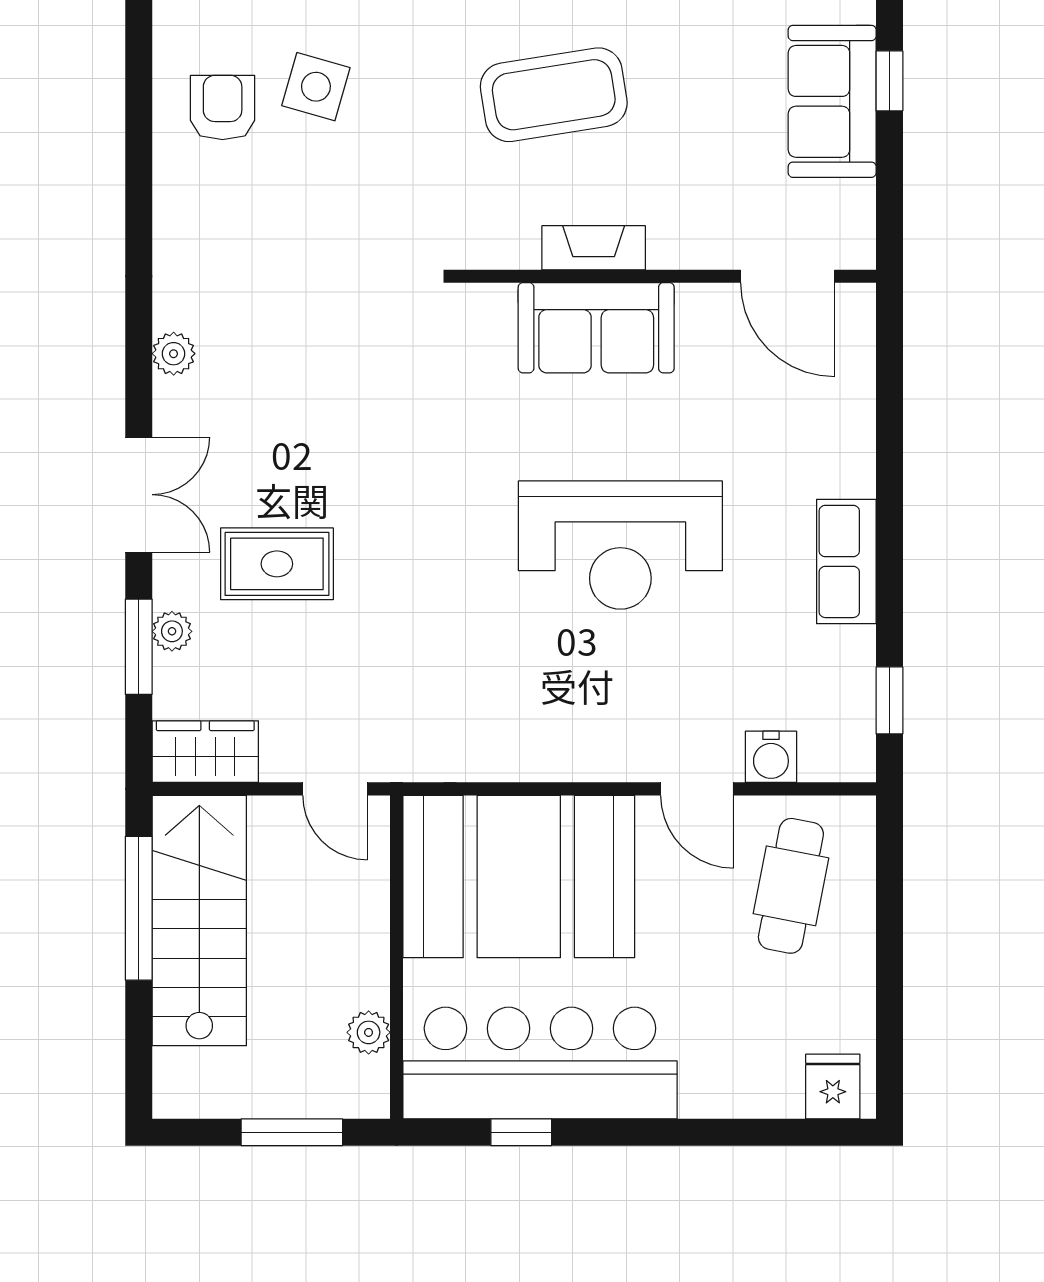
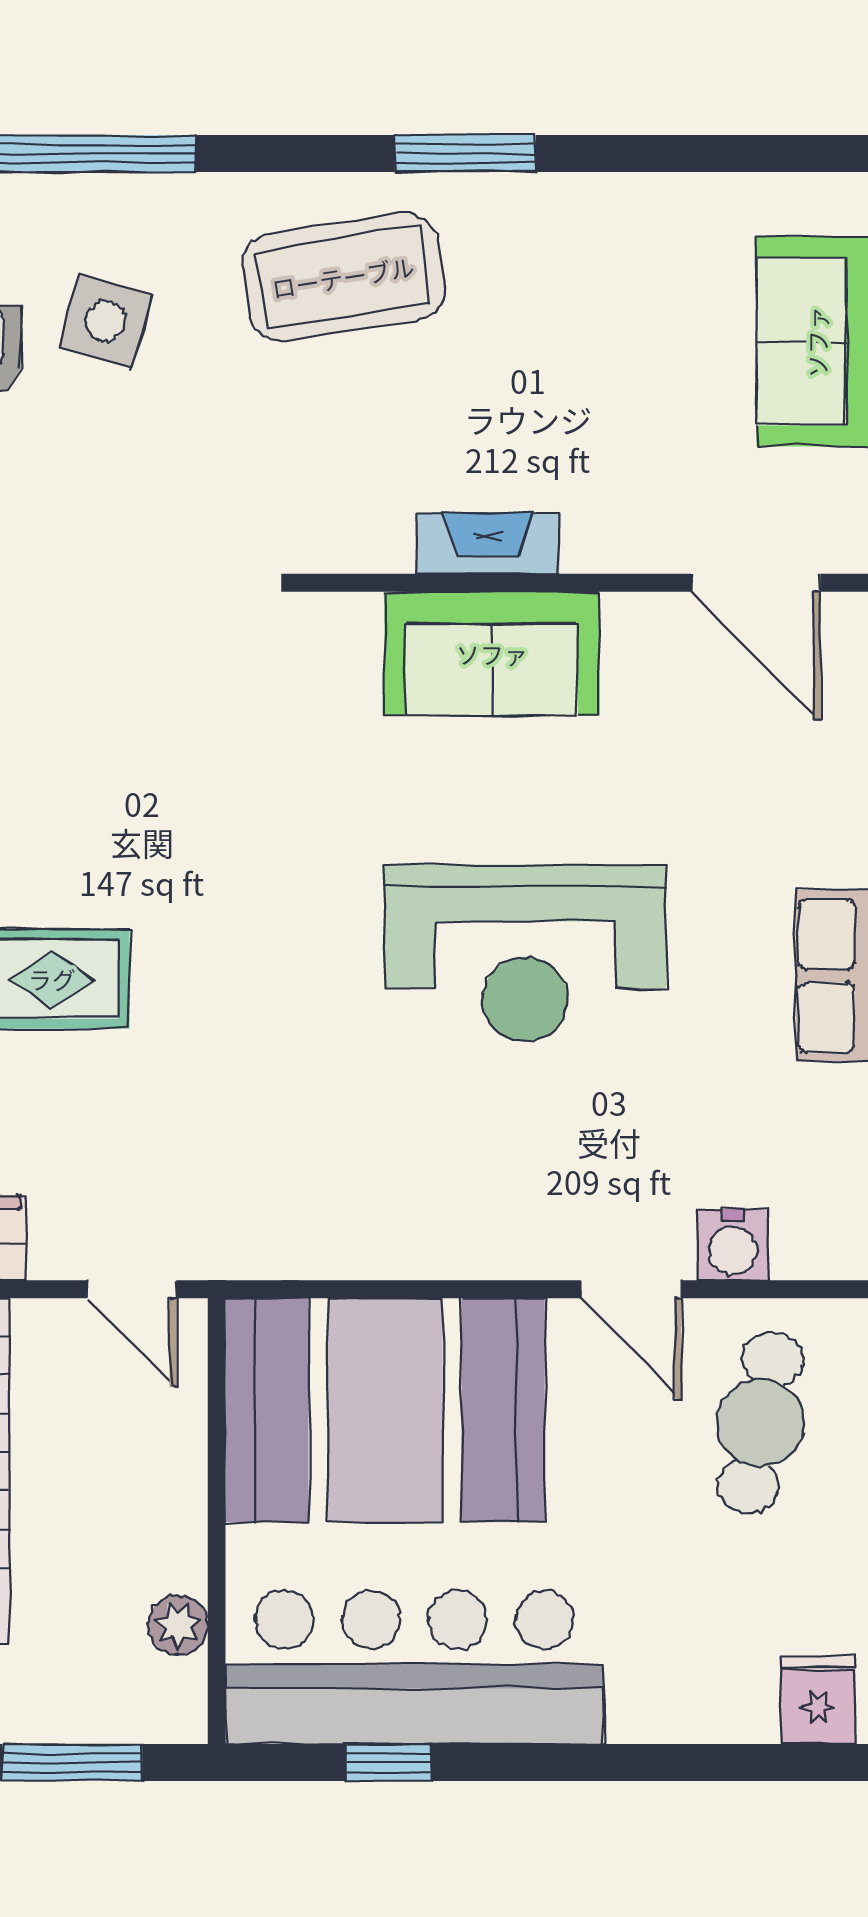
coffee table: (554, 95) -> (343, 277), moved

